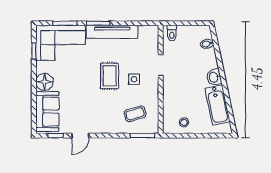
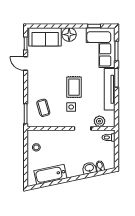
plant: (152, 44) -> (99, 121), added
rug: (110, 76) -> (74, 87), turned 90
washbasin: (214, 77) -> (89, 168), moved

